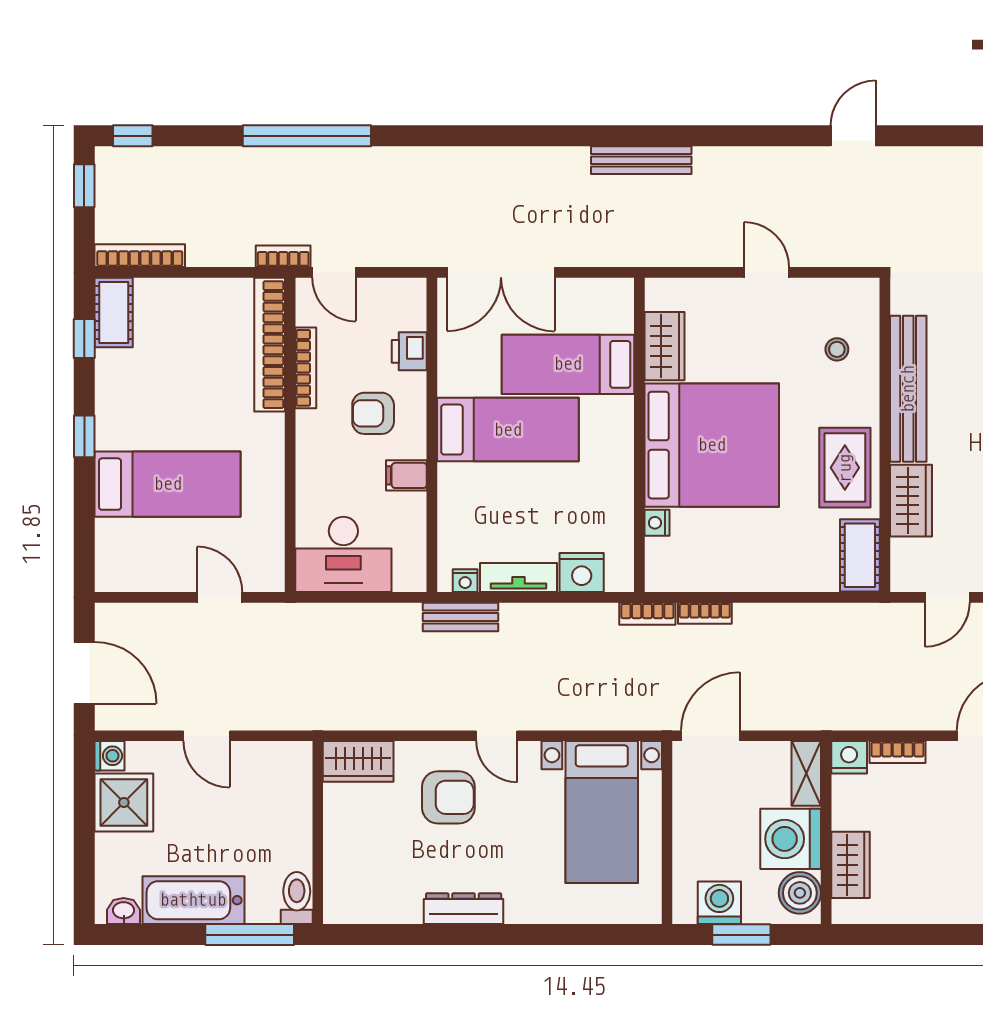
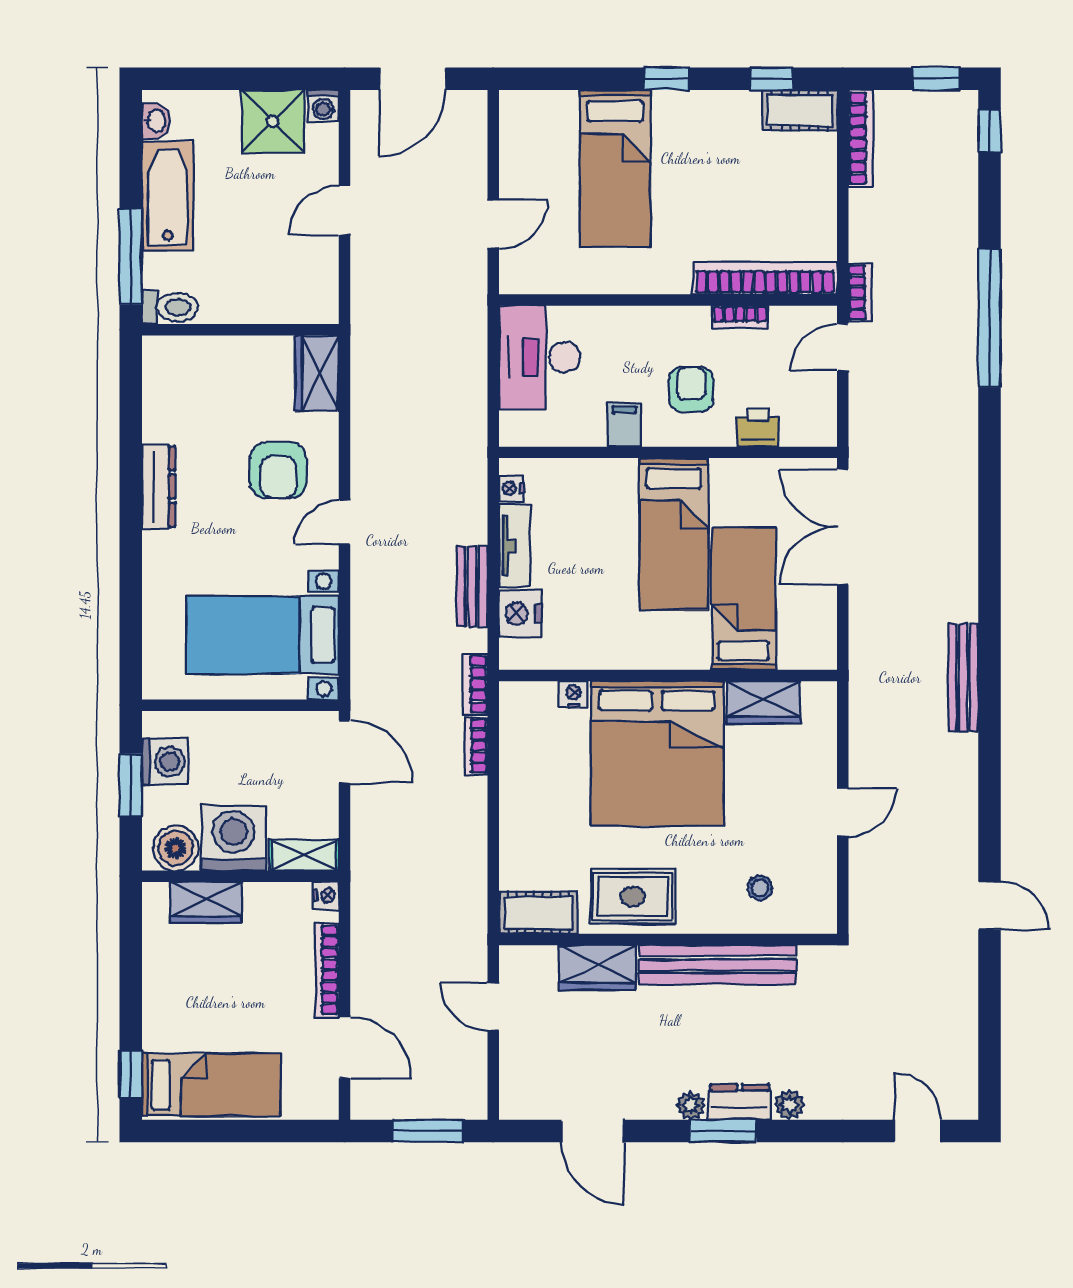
bookcase: (306, 368) -> (740, 317), width x0.64
bench: (461, 617) -> (472, 586), moved
bookcase: (897, 752) -> (327, 970), width x1.56
nightstand: (849, 757) -> (326, 896), width x0.72, depth x0.74

